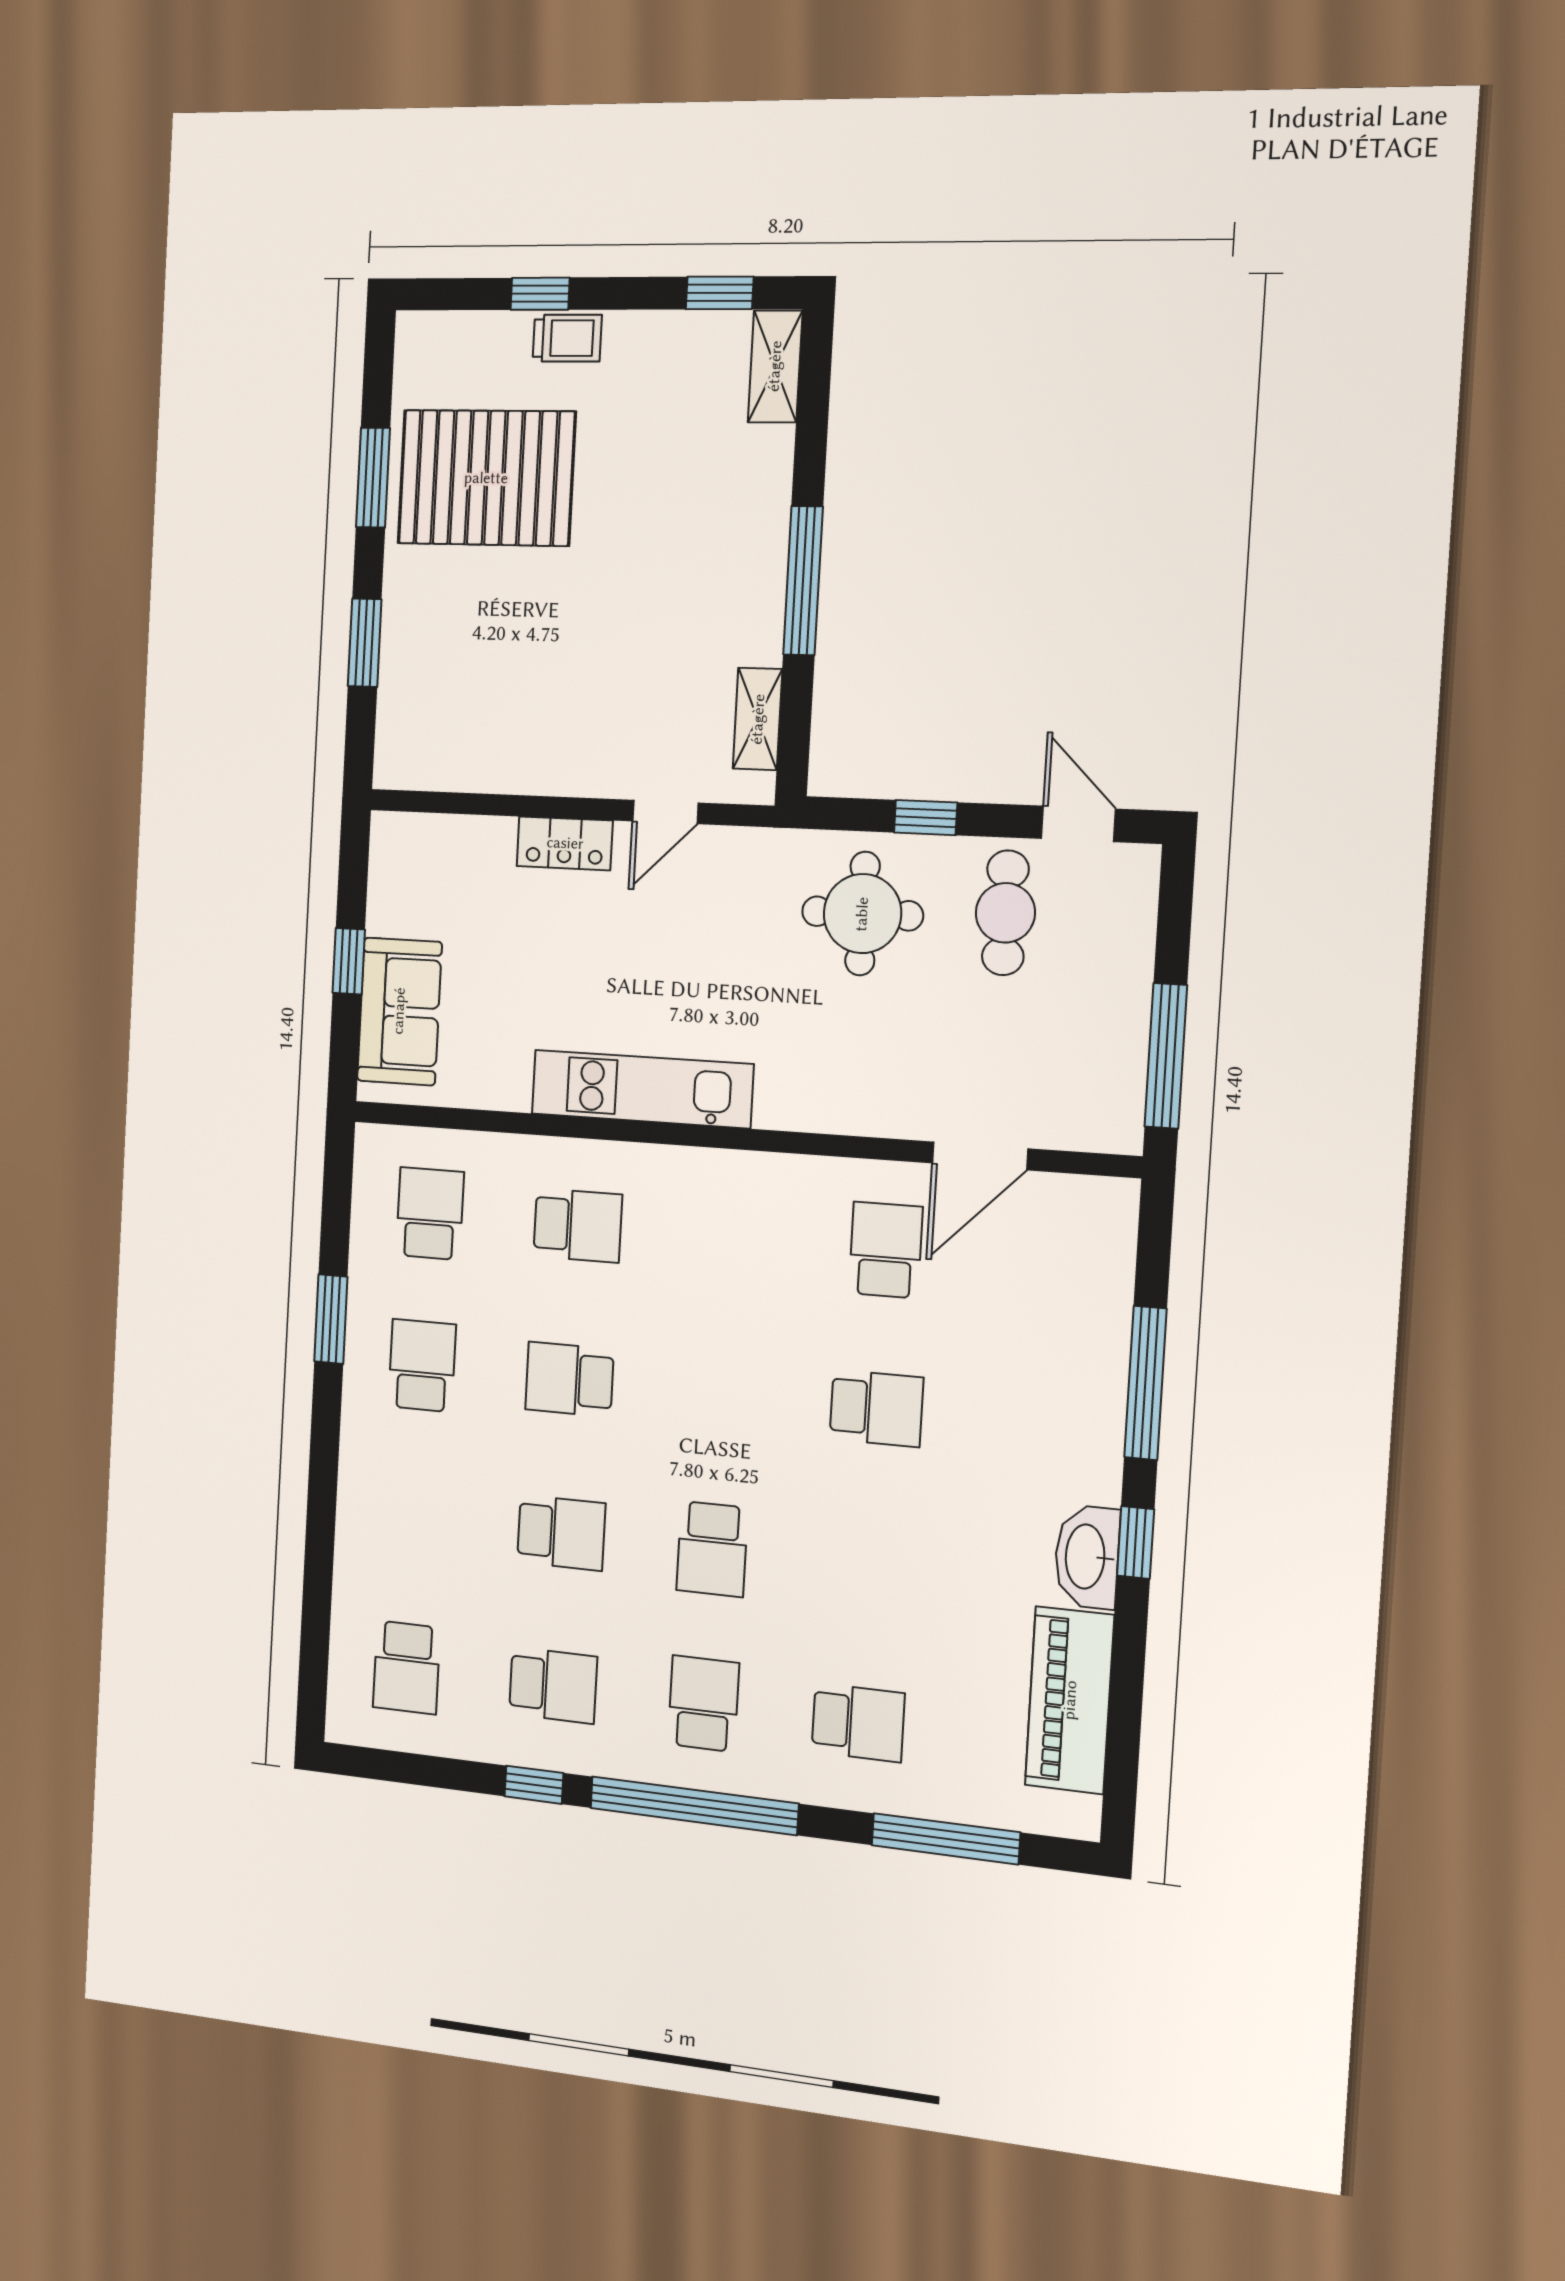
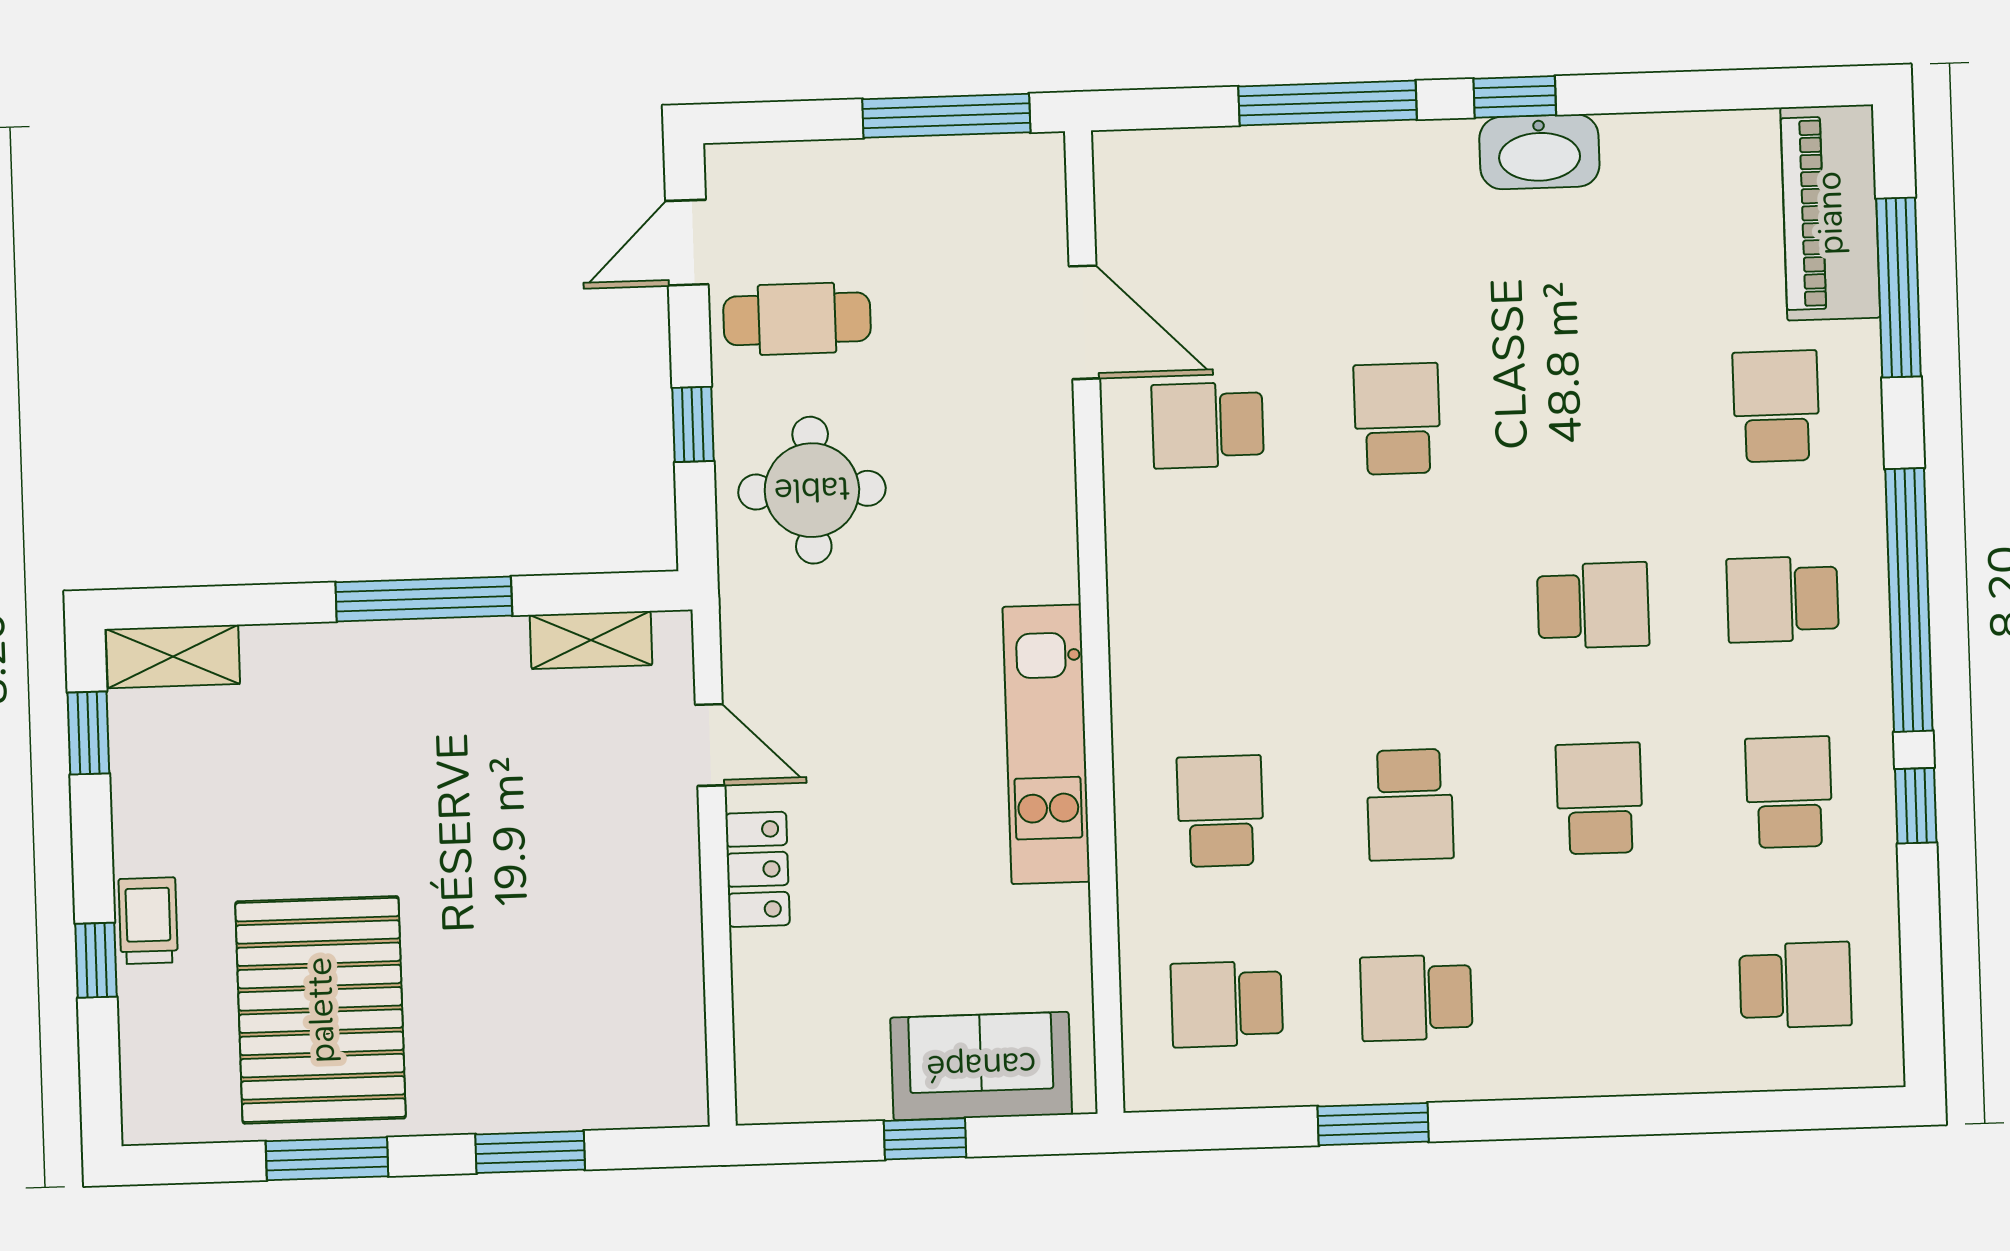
piano: (1070, 1700) -> (1830, 213), moved, turned 90

